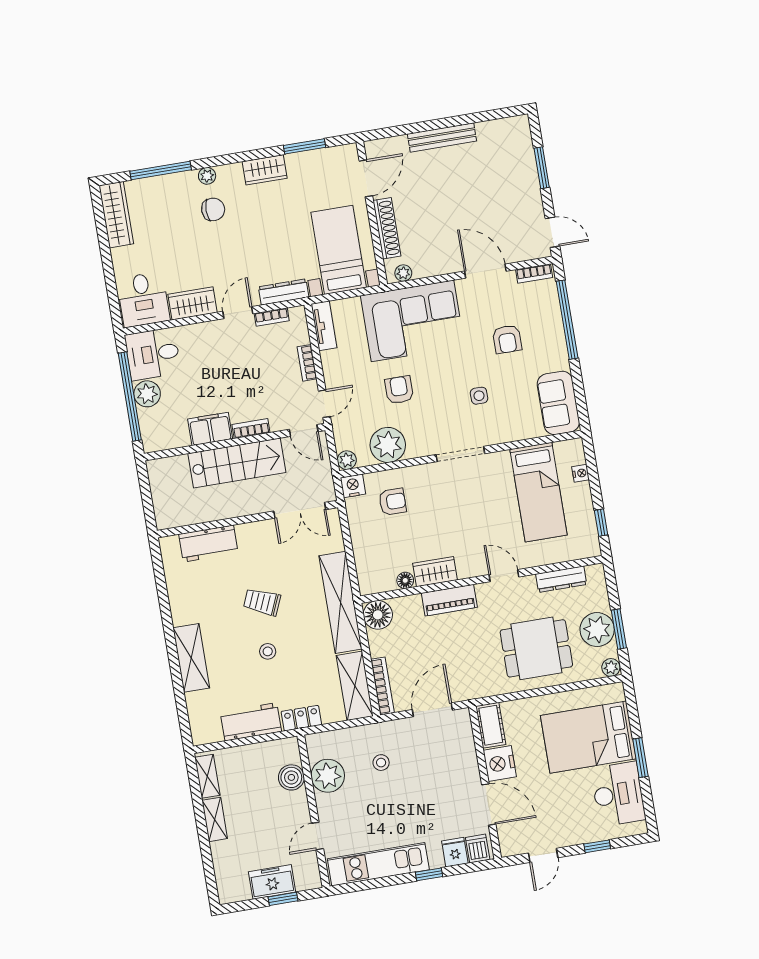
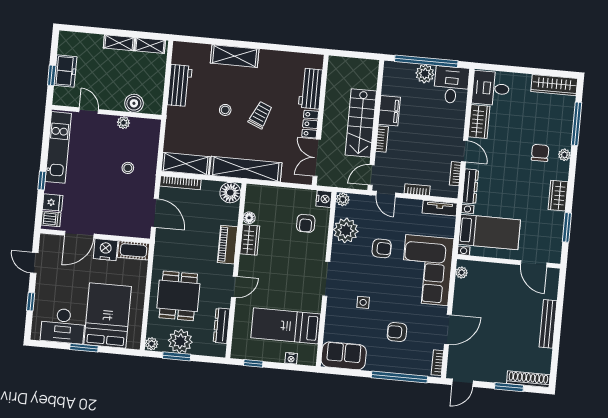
chair: (213, 209) -> (540, 153), turned 180
shoe rack: (387, 228) -> (528, 379), moved, turned 180
locker: (301, 718) -> (310, 124), moved, turned 180
plant: (328, 776) -> (123, 123), width x0.53, depth x0.53

